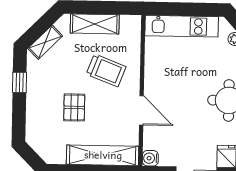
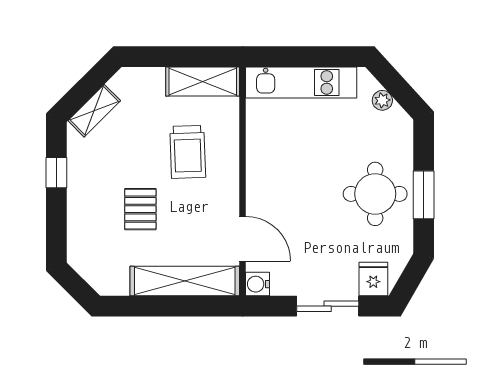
shelving: (95, 24) -> (203, 82), moved
trolley: (106, 70) -> (188, 152), turned 67
door: (141, 110) -> (243, 239), moved

